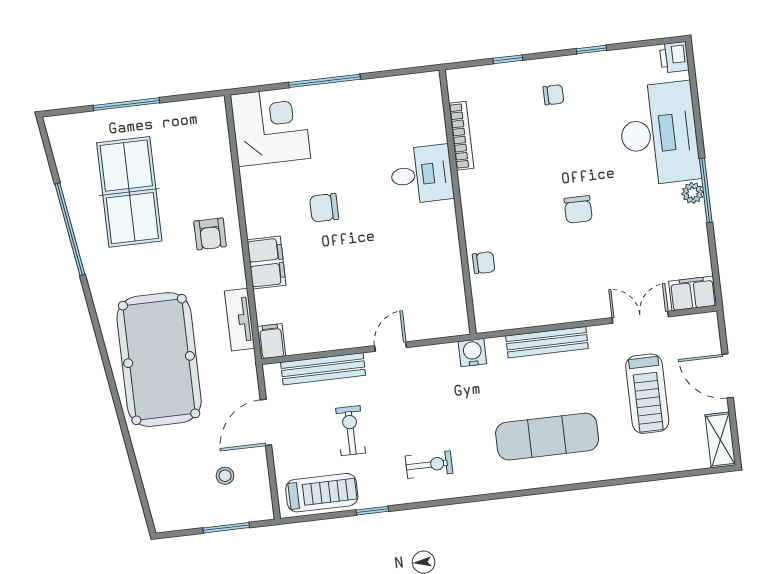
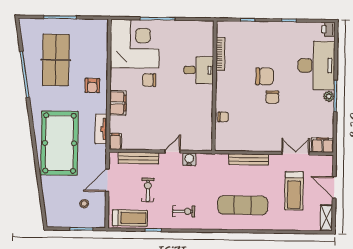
chair: (553, 95) -> (265, 76), moved, width x1.87, depth x1.87
corner desk: (270, 126) -> (135, 44), width x1.36, depth x1.36
water cooler: (472, 353) -> (189, 159), moved

